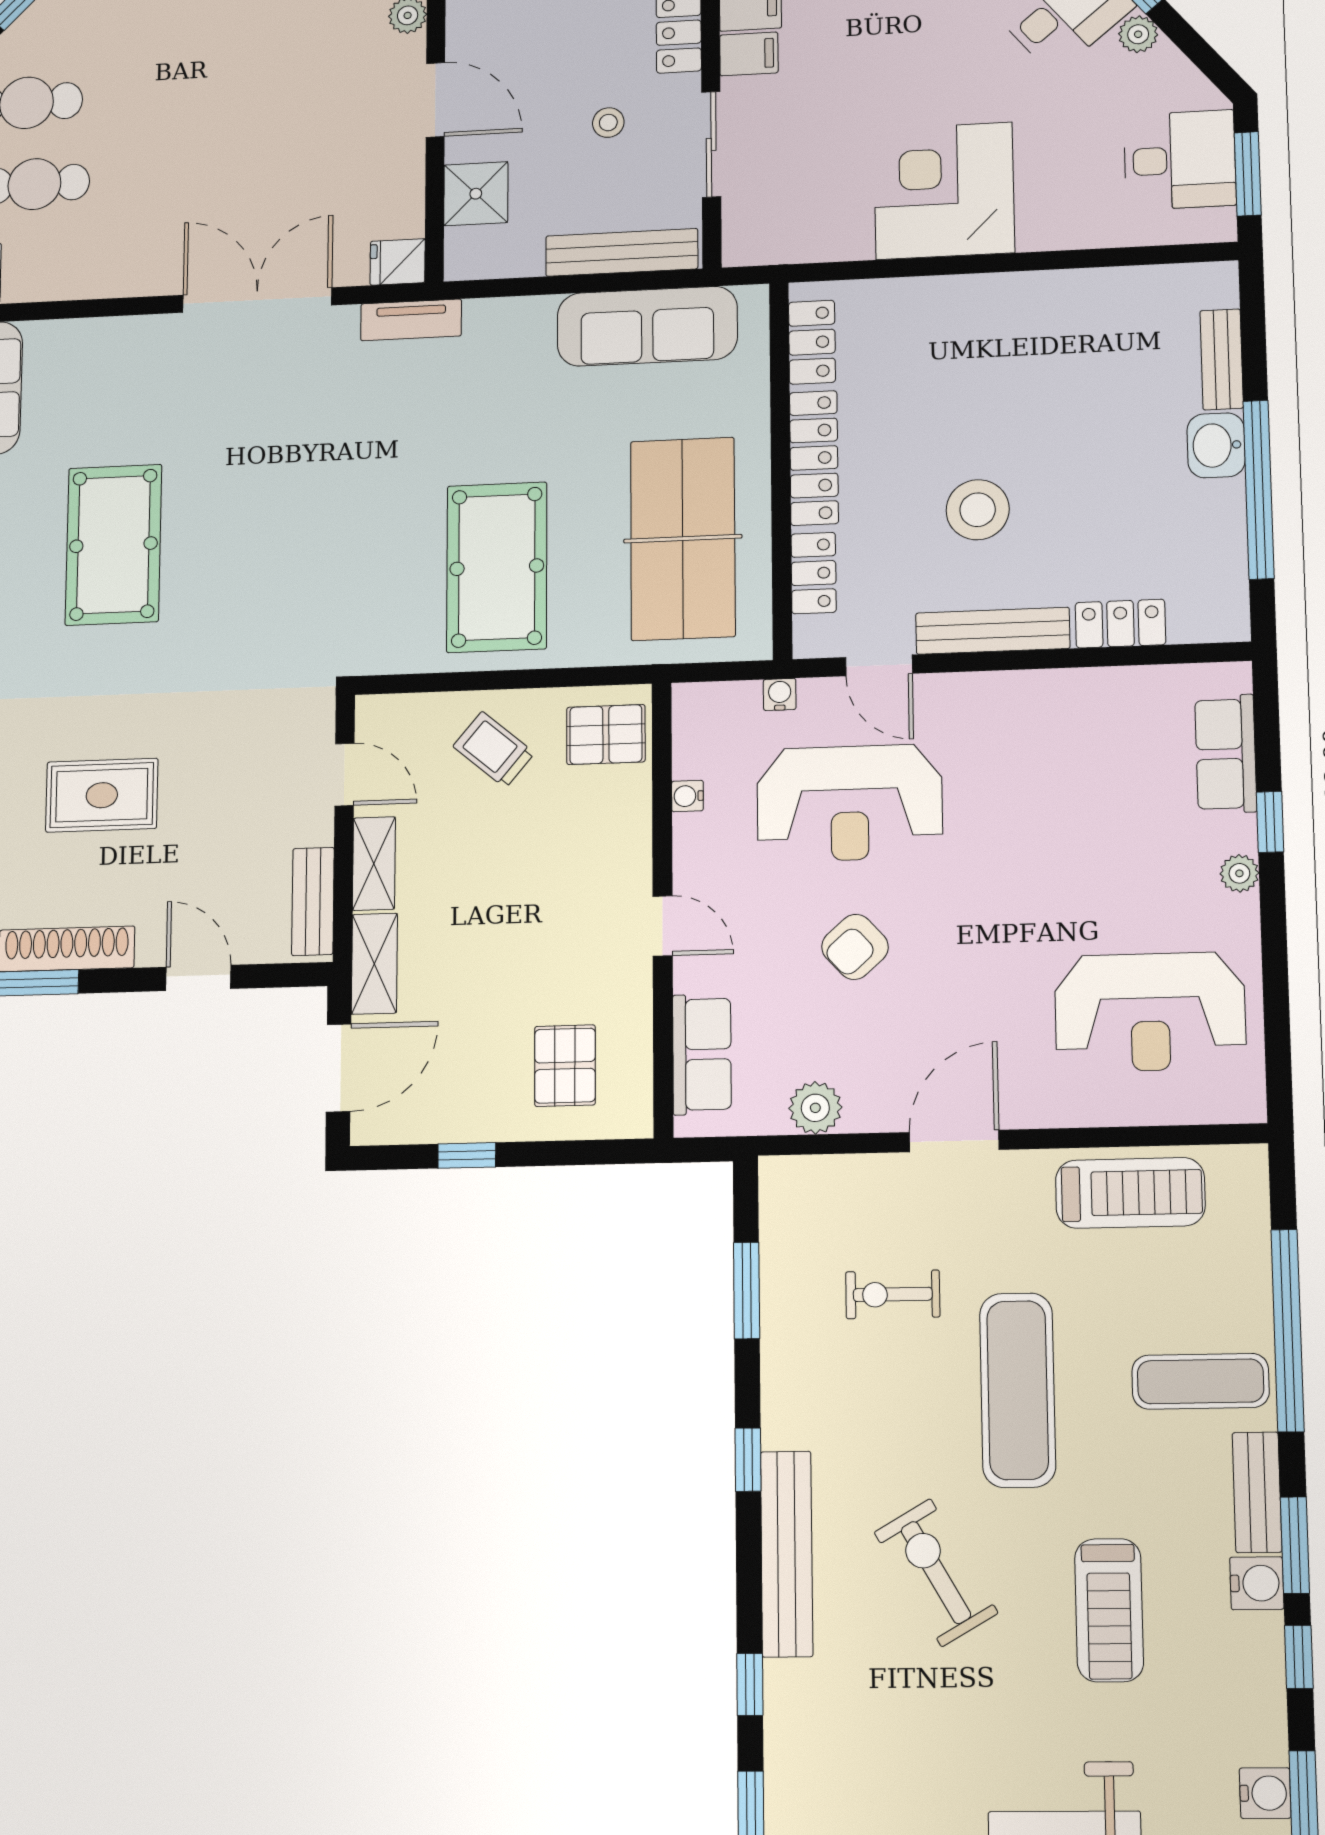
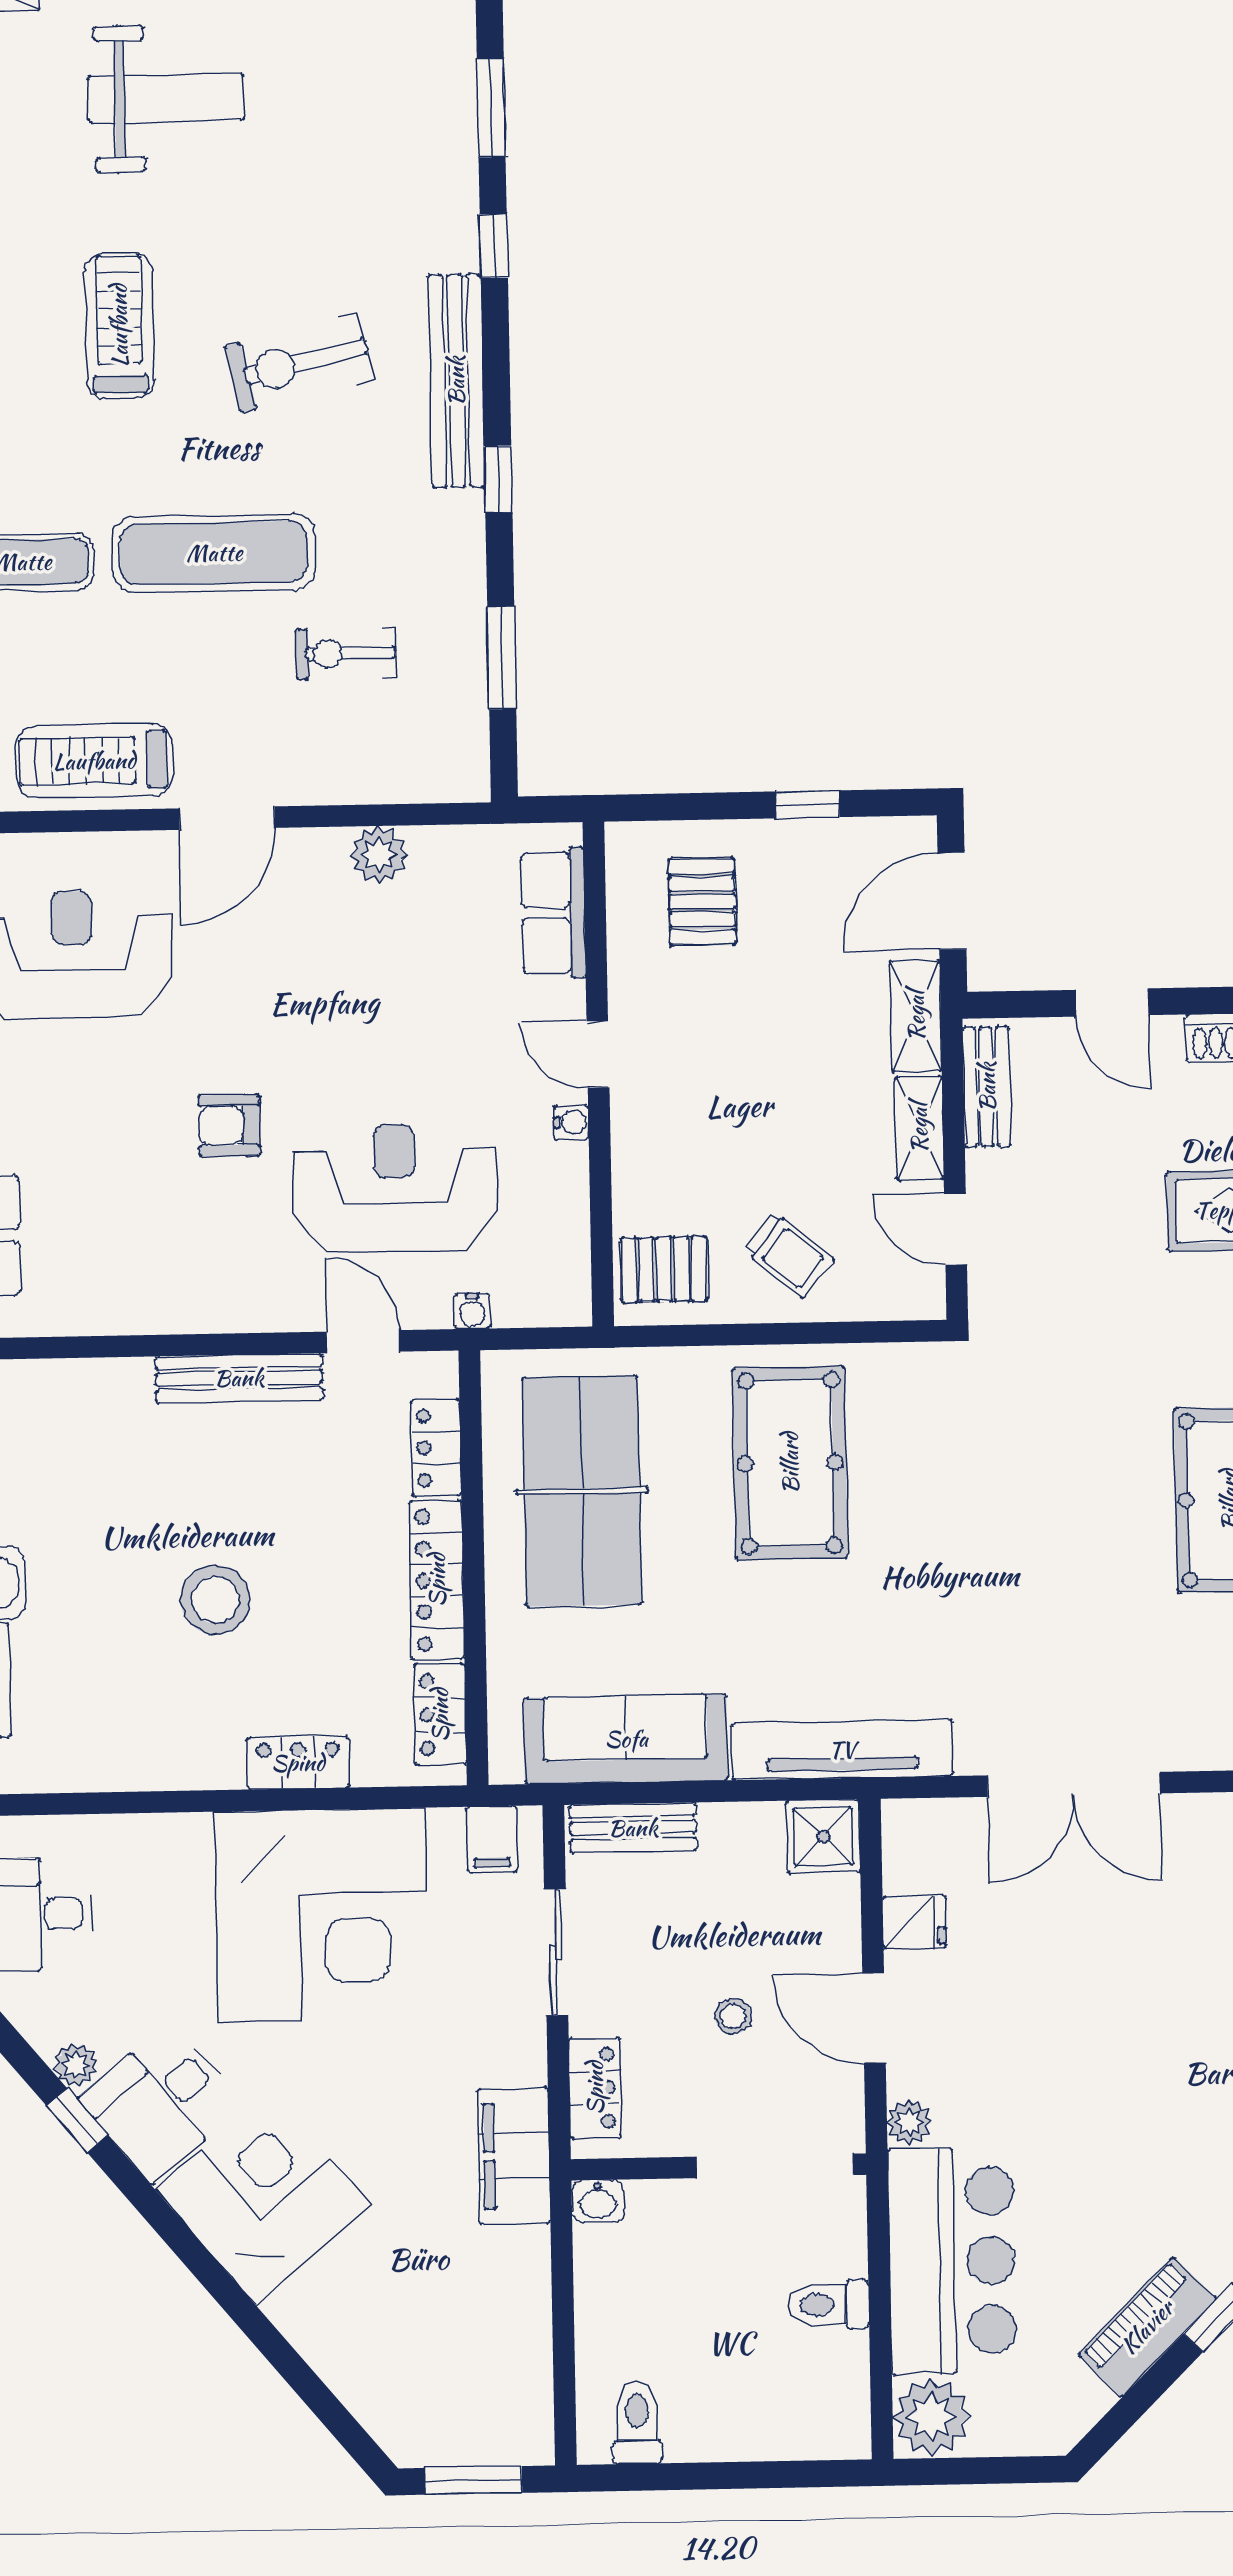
filing cabinet: (749, 54) -> (492, 1839), moved, turned -90
stool: (608, 123) -> (733, 2016), moved
corner desk: (944, 191) -> (321, 1915), width x1.36, depth x1.36
shower: (476, 194) -> (823, 1837), moved
bench: (622, 252) -> (633, 1828), width x0.73
fridge: (398, 262) -> (914, 1922), moved
tv unit: (411, 320) -> (842, 1750), width x1.92, depth x1.29
stool: (978, 510) -> (215, 1600), moved
locker: (1120, 624) -> (298, 1763), moved, turned 180
water cooler: (687, 796) -> (571, 1123), moved
armchair: (855, 947) -> (229, 1125), moved, turned -138
plant: (815, 1108) -> (379, 855), moved
door: (954, 1141) -> (227, 818), moved
exercise bike: (893, 1294) -> (346, 654), turned 180
exercise mat: (1018, 1390) -> (214, 553), turned 90
exercise bike: (936, 1573) -> (299, 363), turned 107

